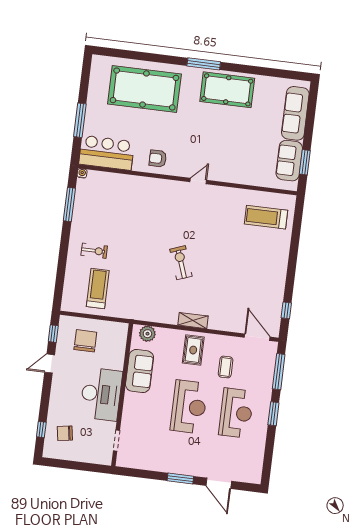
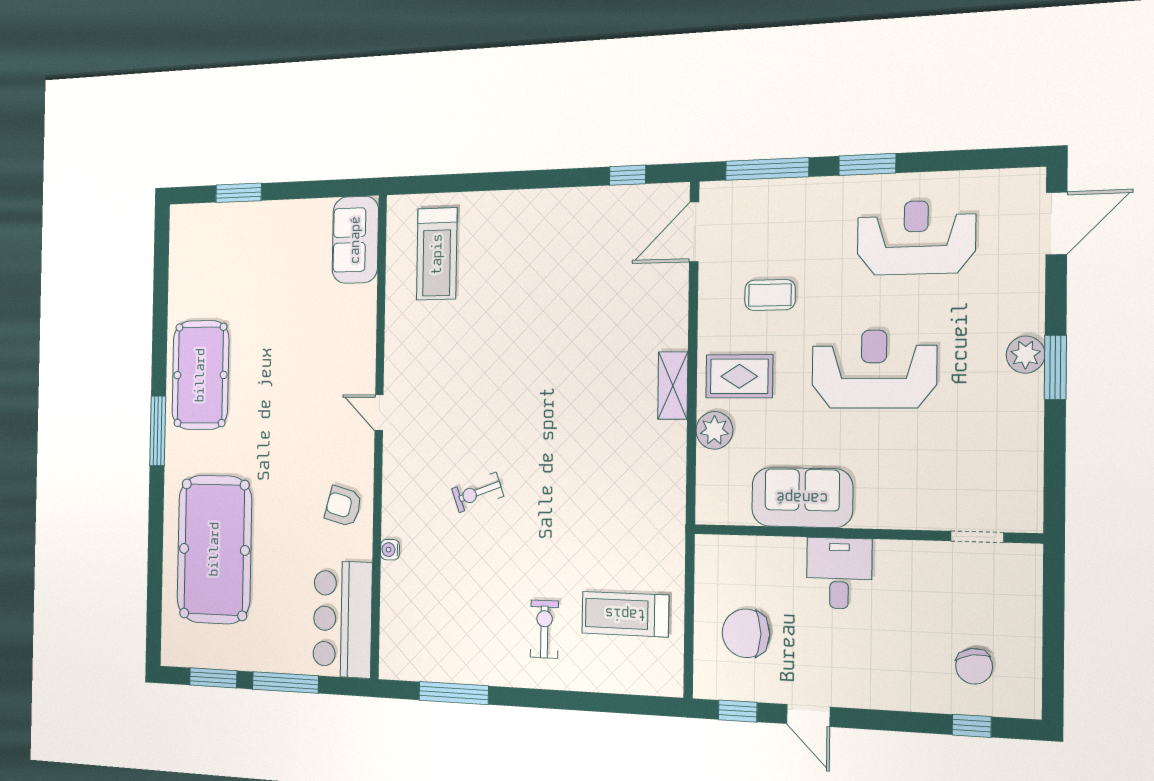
window: (85, 82) -> (213, 678), added
sofa: (295, 113) -> (231, 226), removed
armchair: (158, 159) -> (343, 506), turned 105
sofa: (289, 161) -> (355, 240), moved, turned 90
window: (305, 162) -> (239, 193), moved
water cooler: (82, 173) -> (390, 550), moved
exercise bike: (181, 263) -> (478, 492), moved, width x0.73, depth x0.72
plant: (147, 334) -> (714, 430), moved
desk: (101, 394) -> (839, 573), width x0.53, depth x0.77
reception desk: (236, 413) -> (916, 238), moved
plant: (187, 468) -> (1026, 355), added
door: (219, 483) -> (1056, 223), moved

